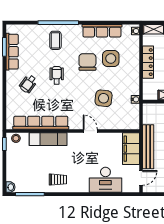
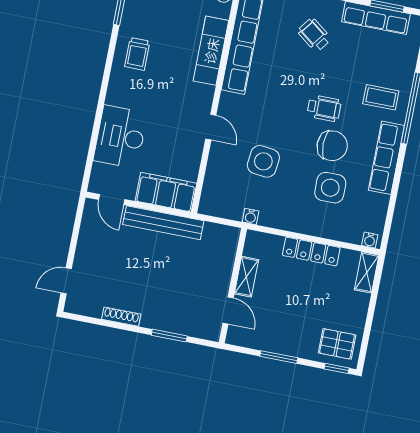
row of seats: (102, 31) -> (386, 158), moved
wheelchair: (57, 75) -> (324, 108), moved
door: (90, 131) -> (211, 127), hinge flipped

